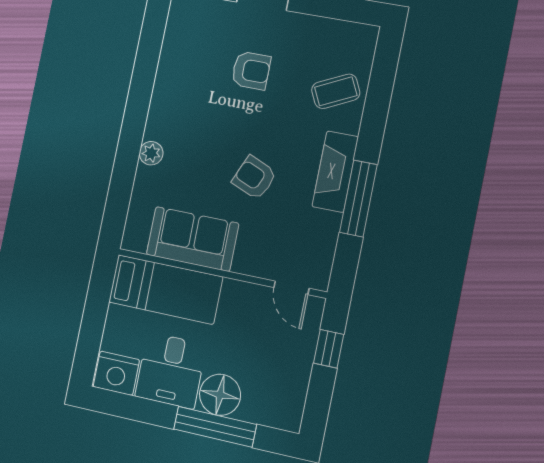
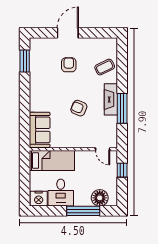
window: (150, 43) -> (25, 61), added
armchair: (251, 71) -> (69, 65), turned -90
plant: (151, 153) -> (34, 106), removed
sofa: (193, 239) -> (40, 130), moved, turned 90
floor lamp: (220, 395) -> (100, 198), moved

